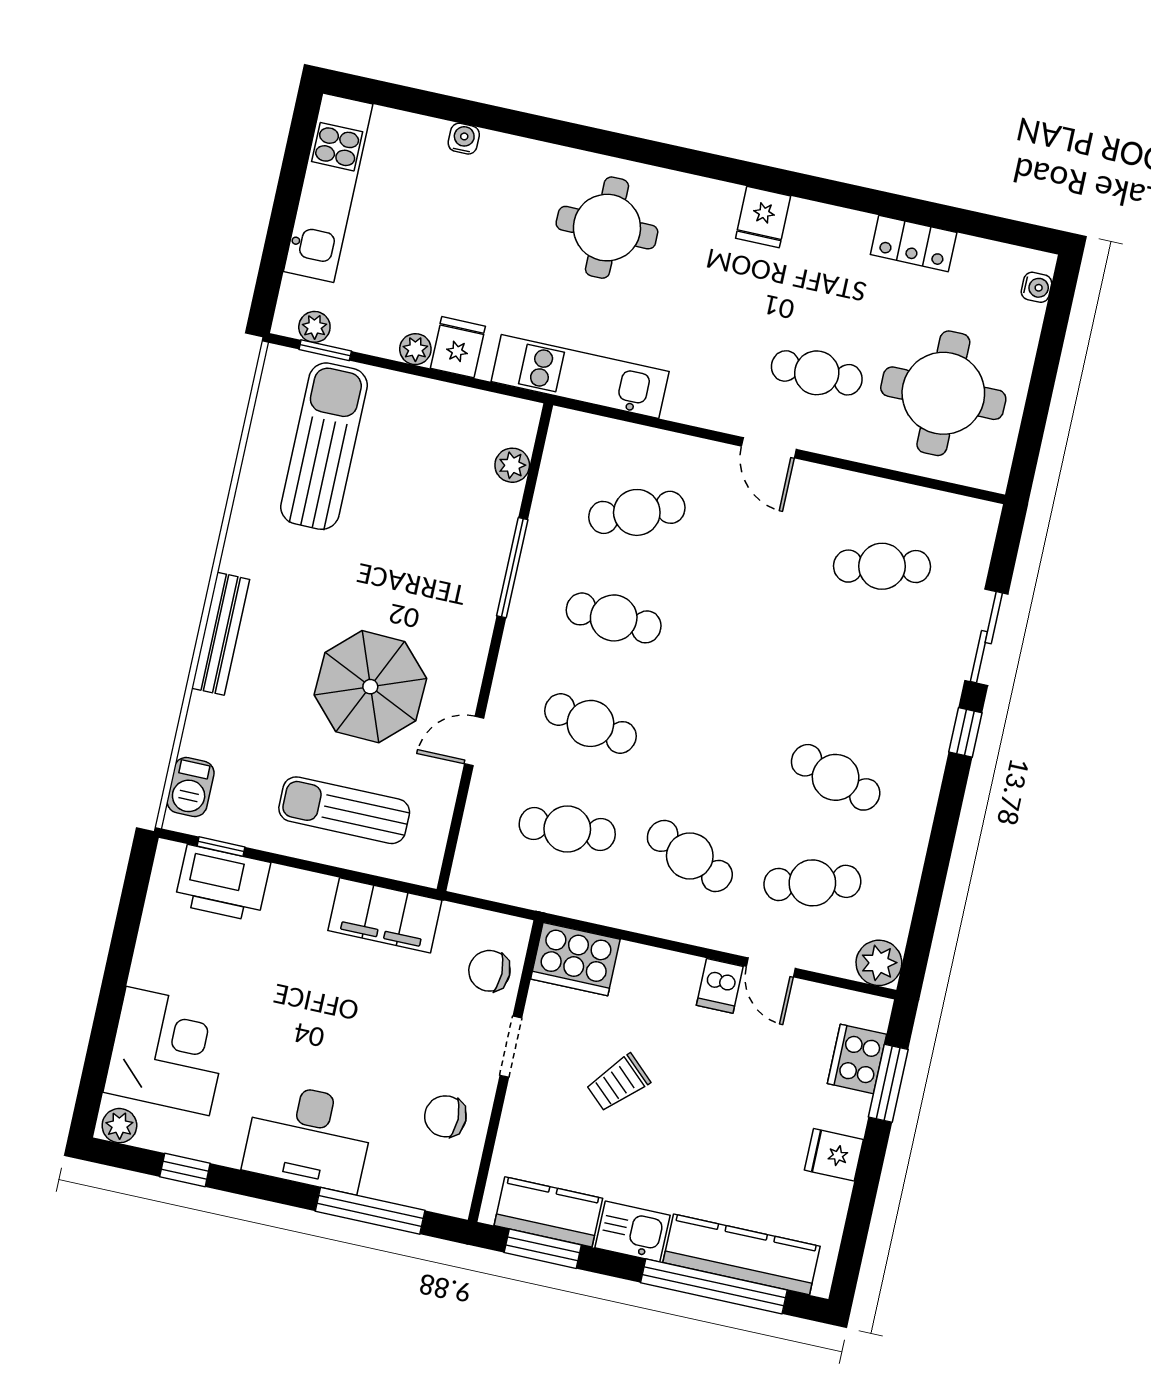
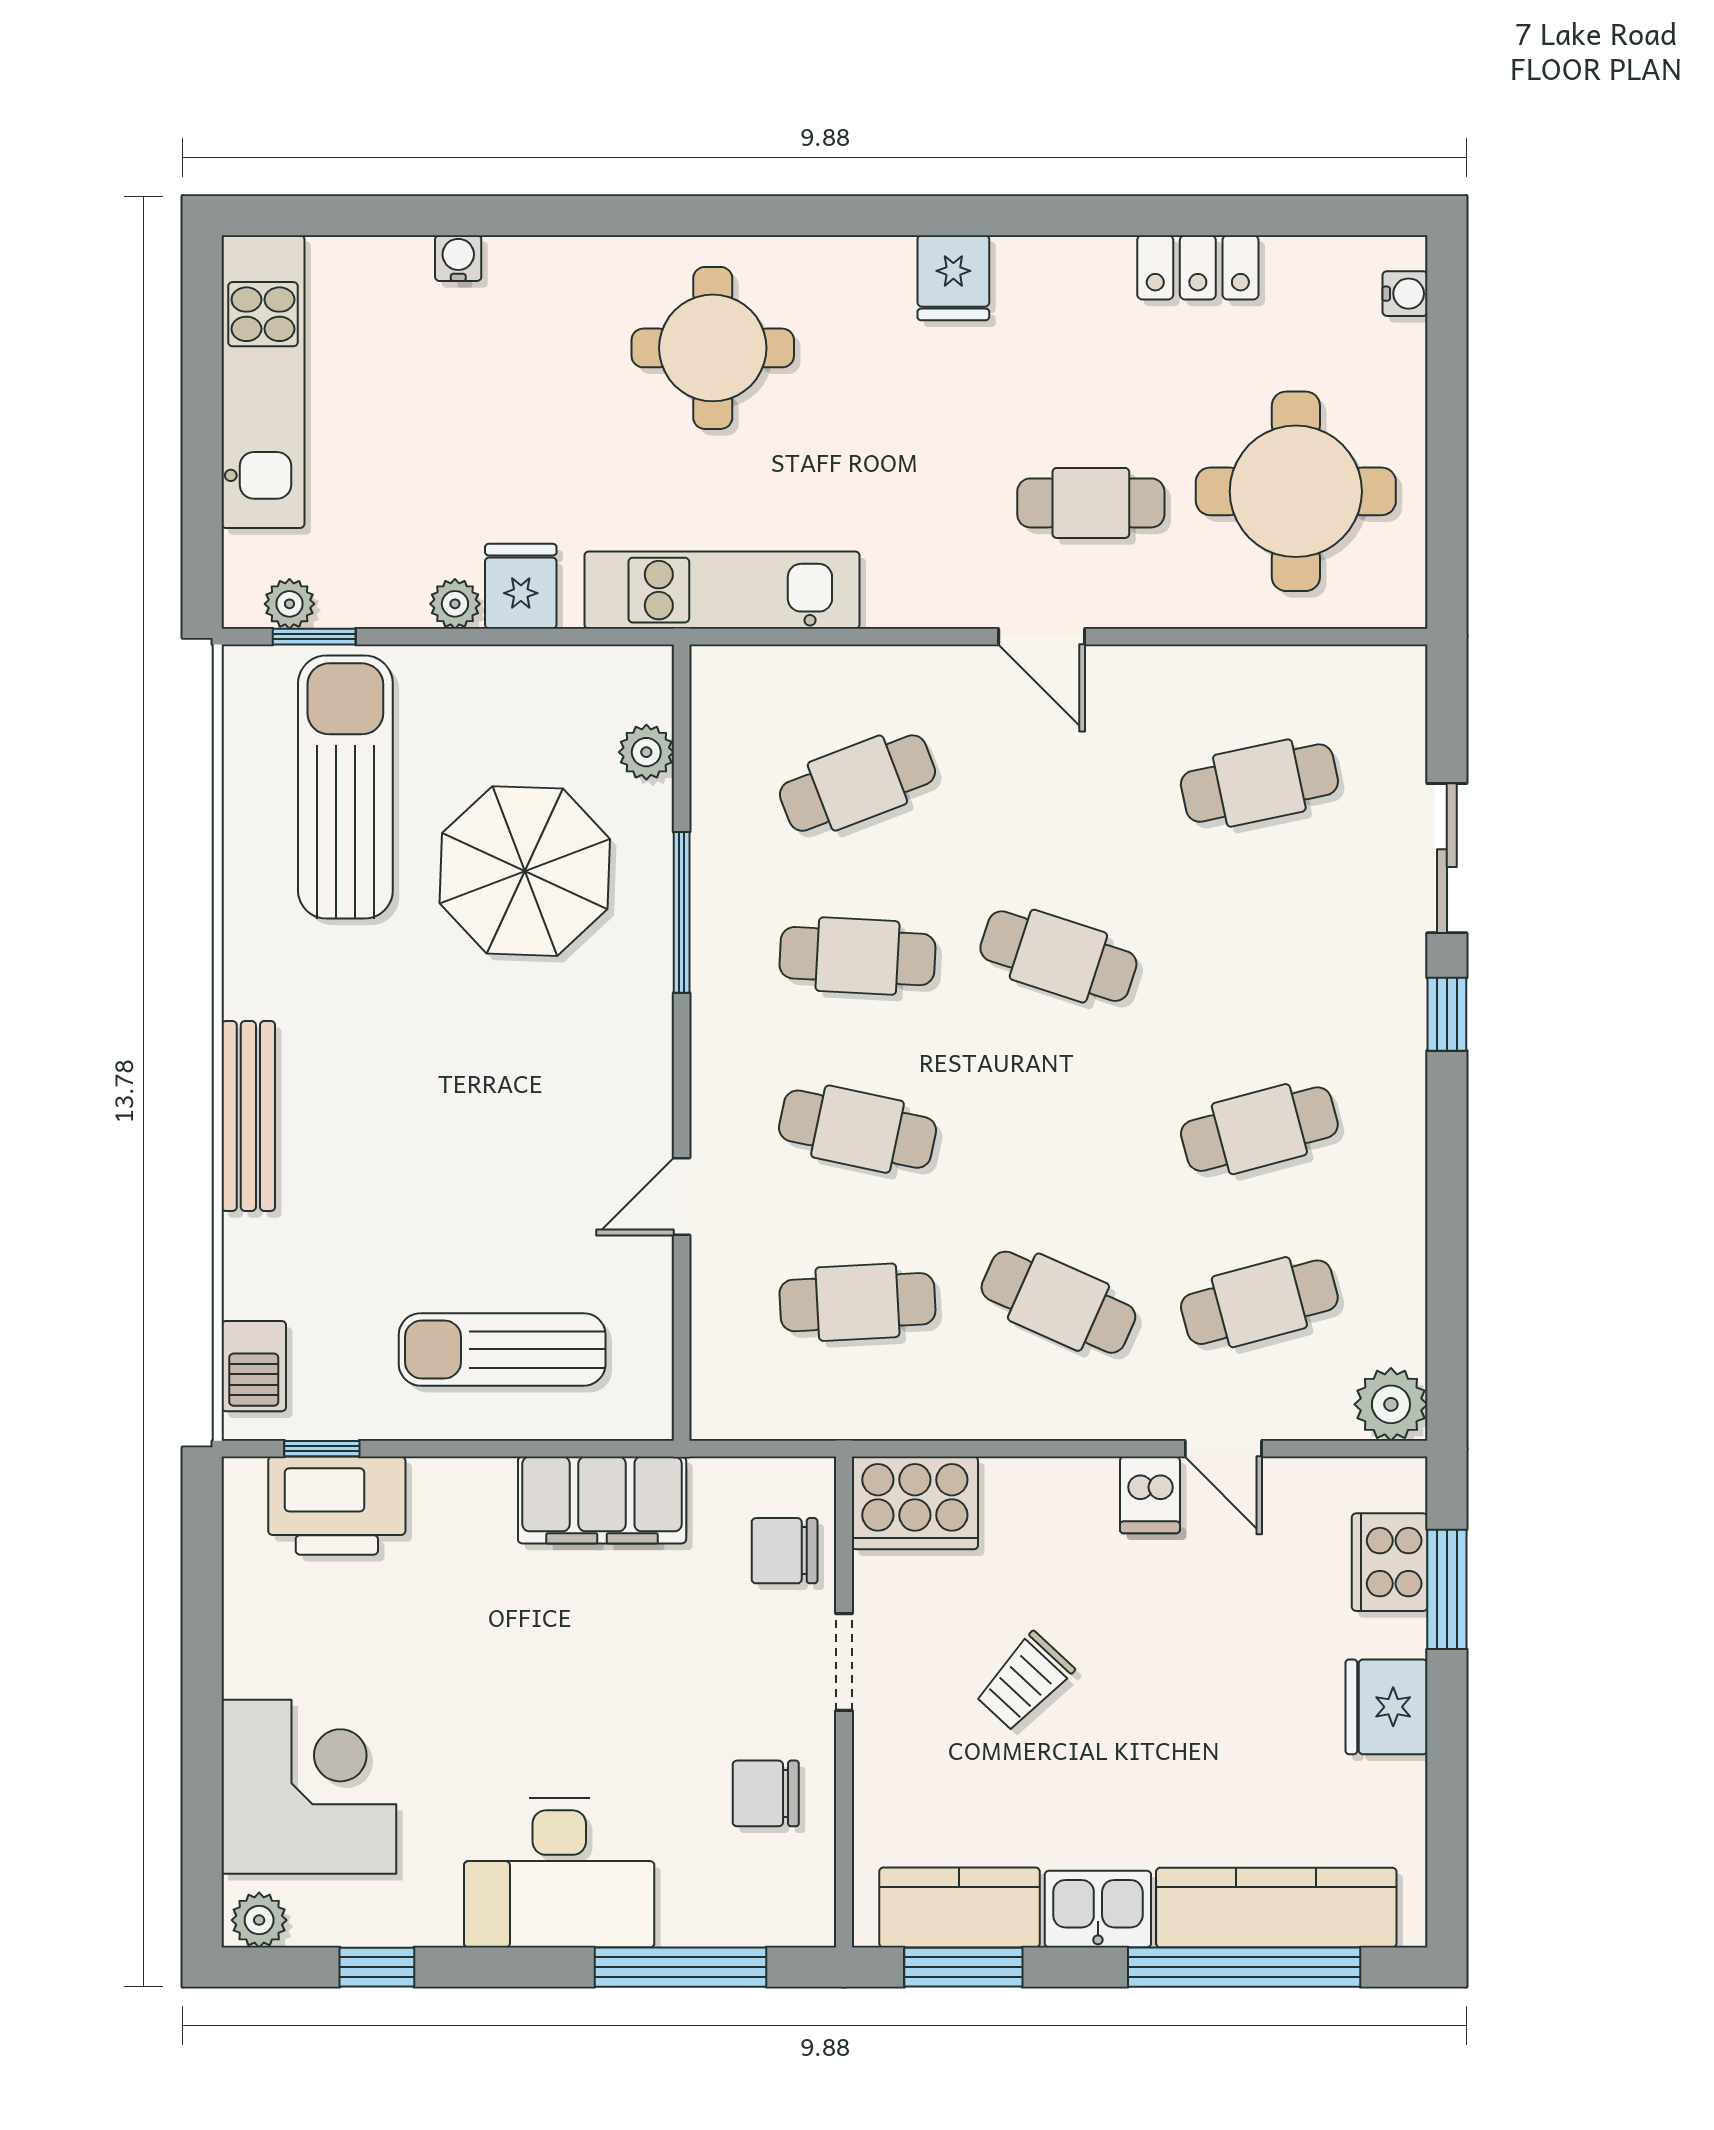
cafe table: (736, 645) -> (1058, 956), added
parasol: (370, 687) -> (525, 871), moved
cafe table: (836, 777) -> (1259, 1129), turned -33
fridge: (834, 1155) -> (1387, 1707), width x1.38

